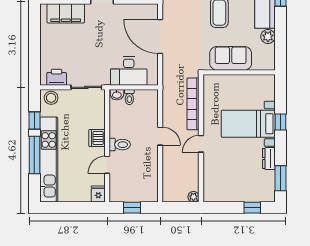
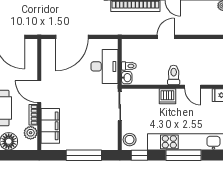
window: (34, 49) -> (84, 155), added
printer: (57, 77) -> (110, 134), removed
window: (34, 120) -> (139, 155), moved

